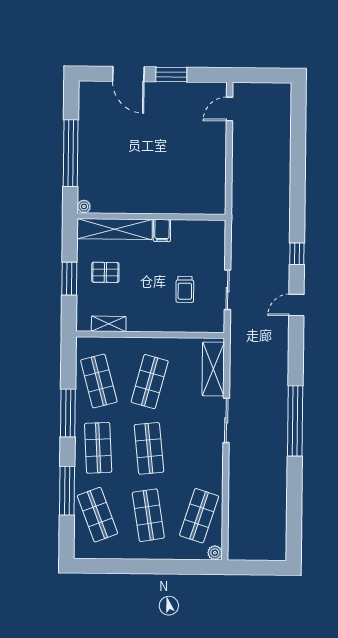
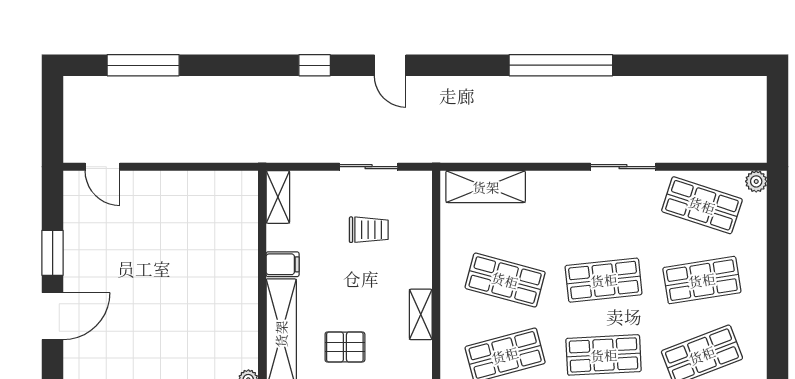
window: (298, 137) -> (143, 65), added
shelving: (208, 228) -> (278, 197), added
pallet: (105, 272) -> (345, 347), turned 90
shelving: (109, 324) -> (421, 314), moved
sliding door: (226, 420) -> (623, 167), moved

